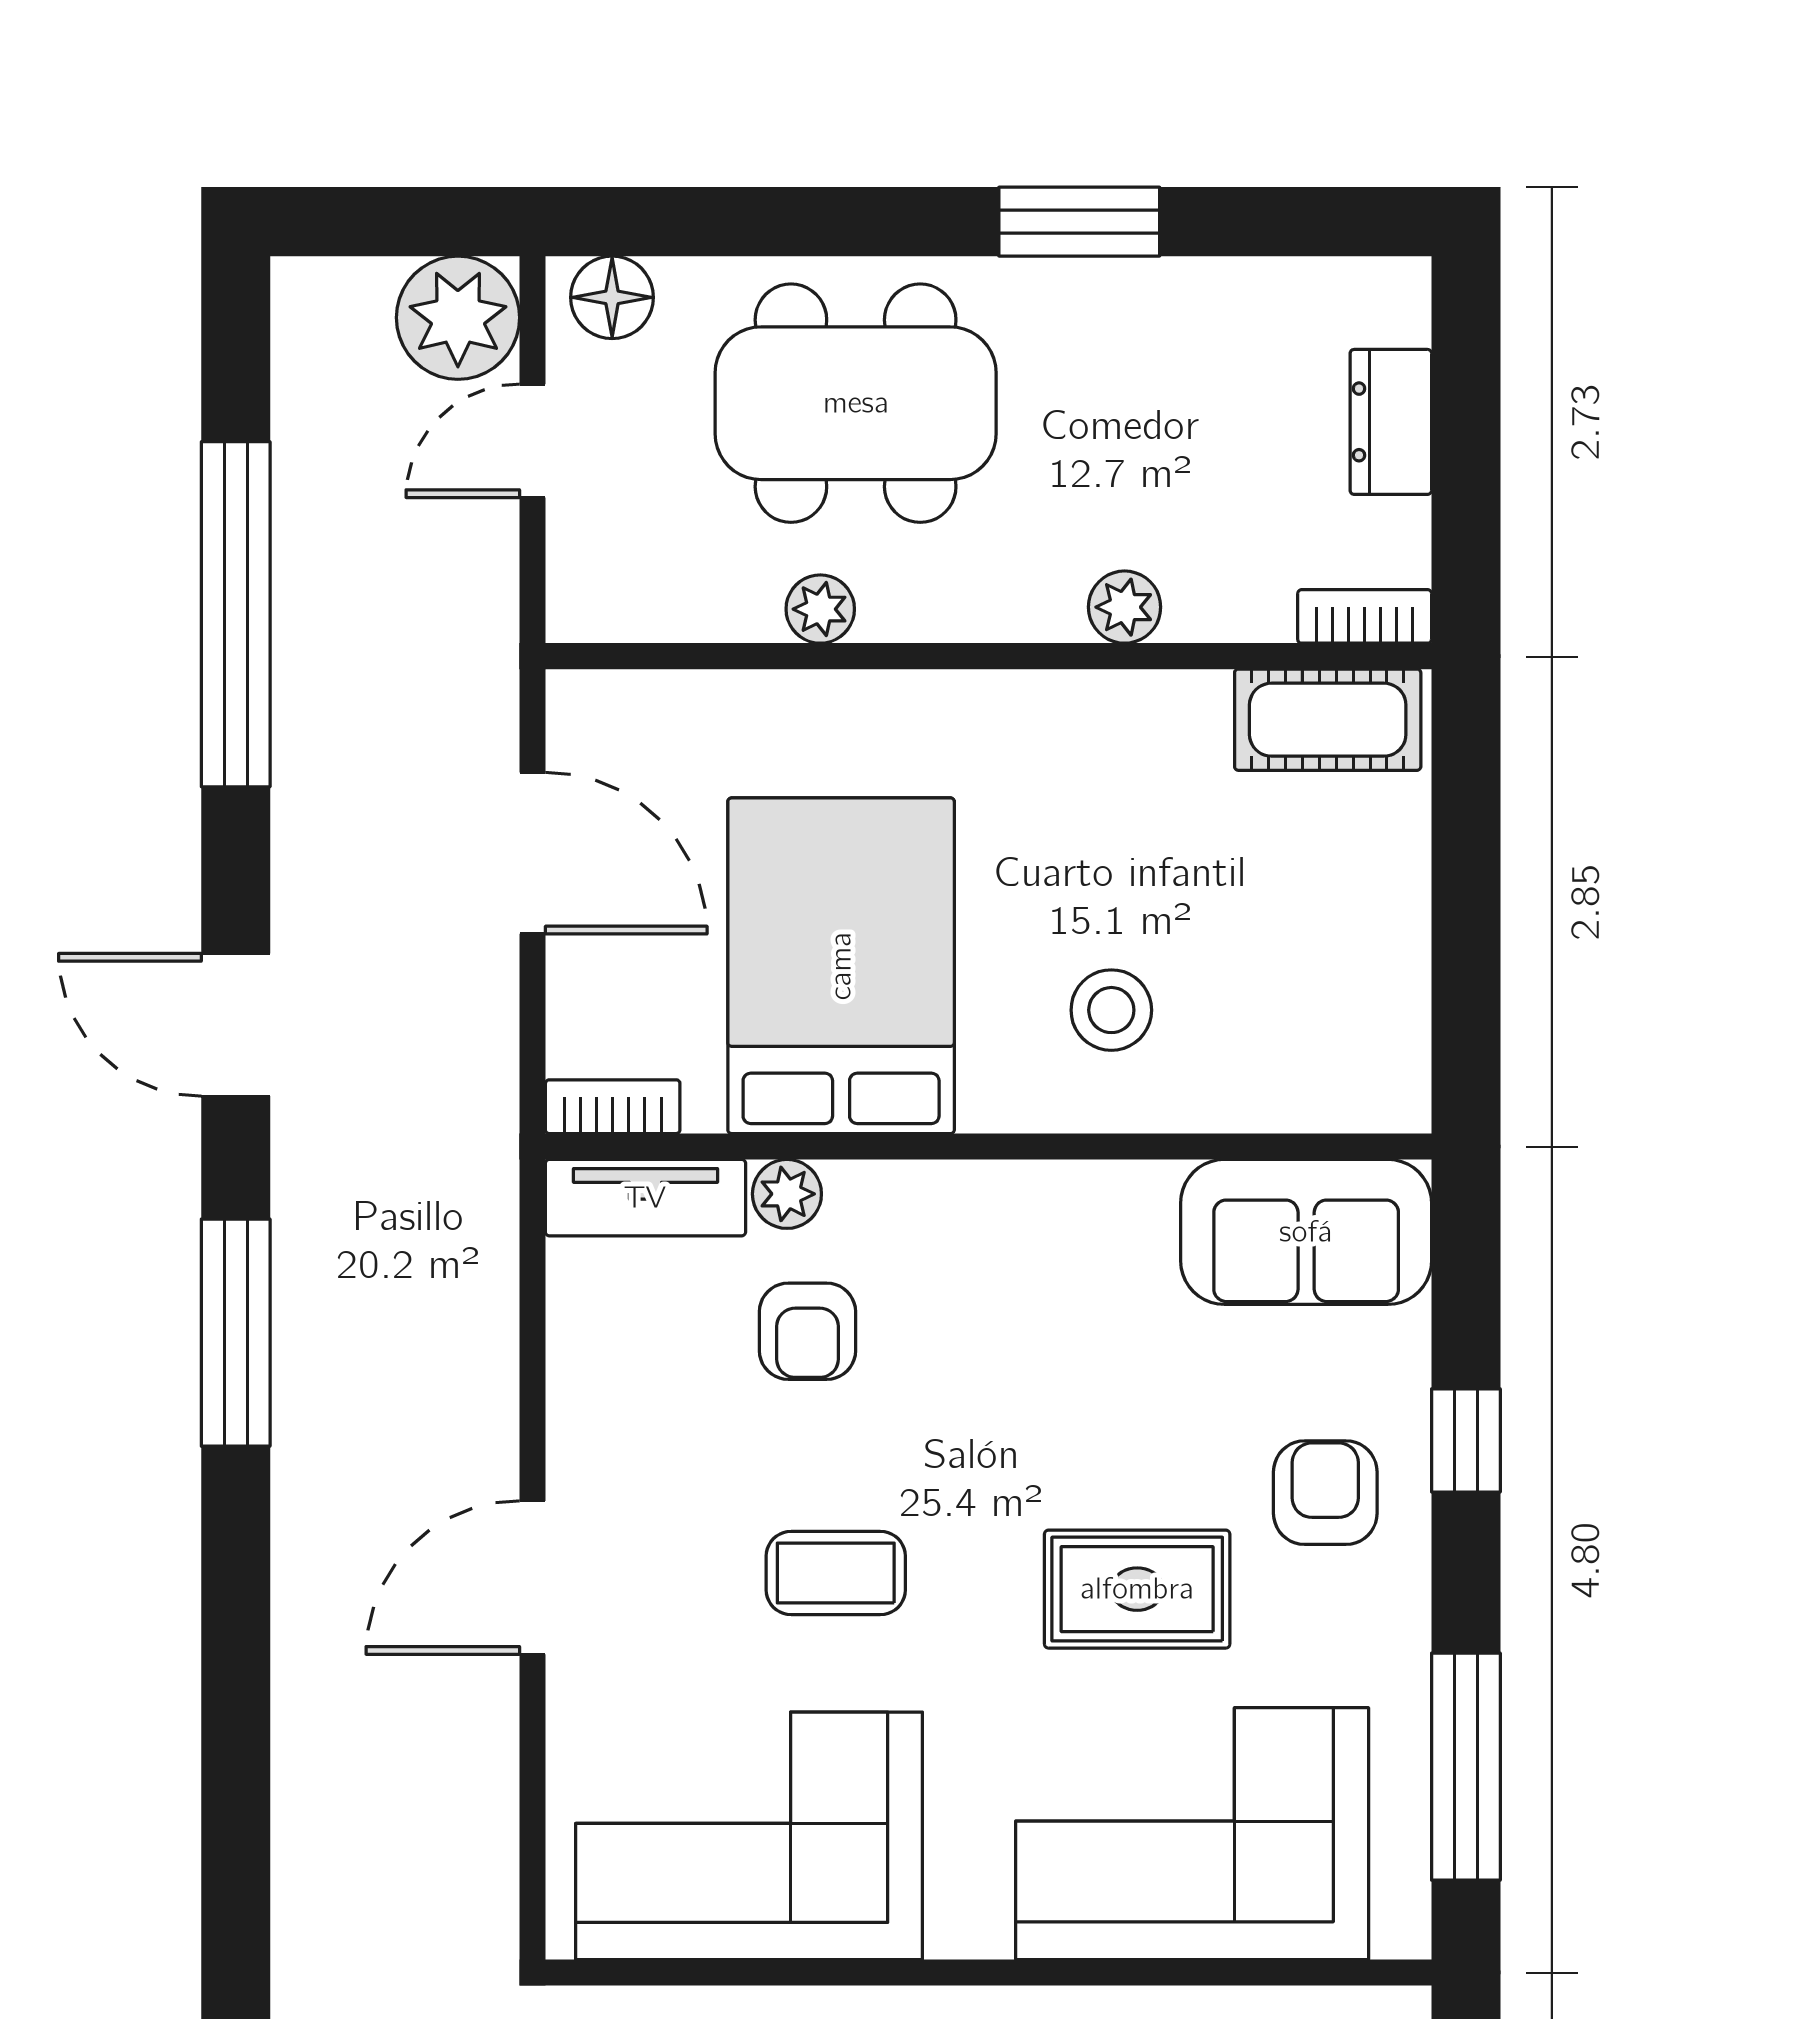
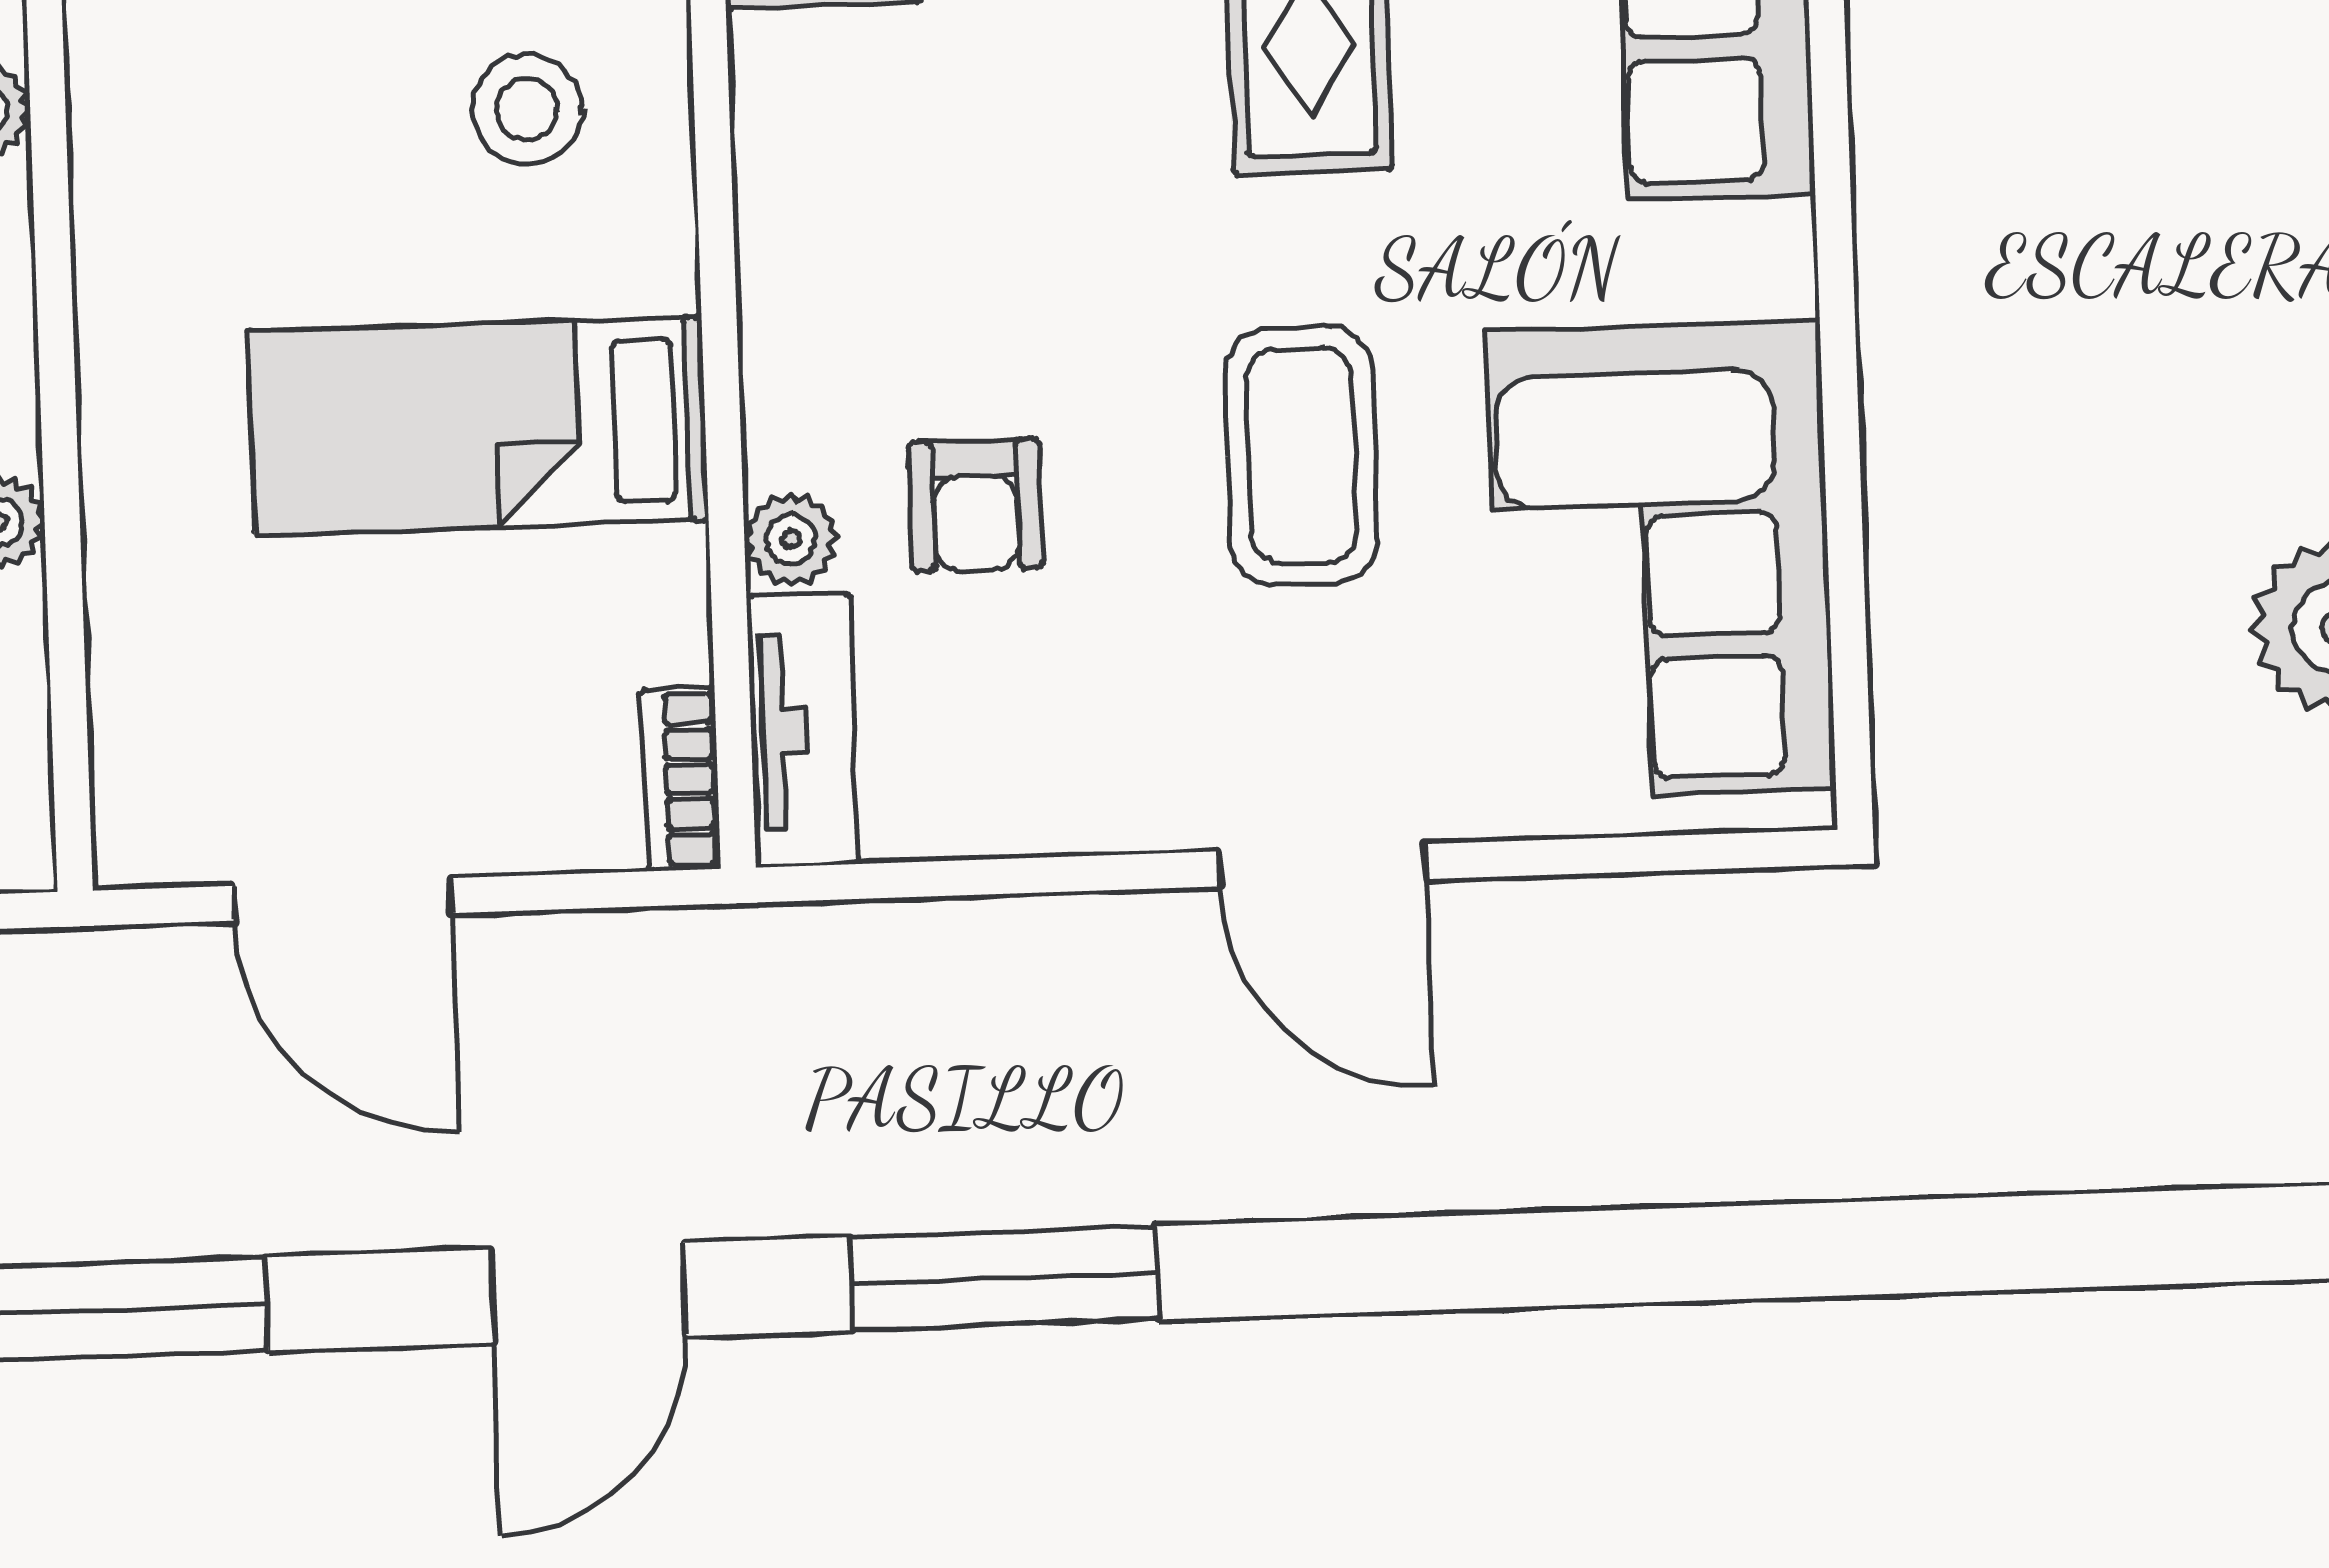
door: (532, 853) -> (342, 899), swing flipped
bed: (841, 966) -> (478, 426), width x0.67
armchair: (807, 1331) -> (976, 505), turned 90
coffee table: (836, 1573) -> (1301, 455), width x1.36, depth x1.30

